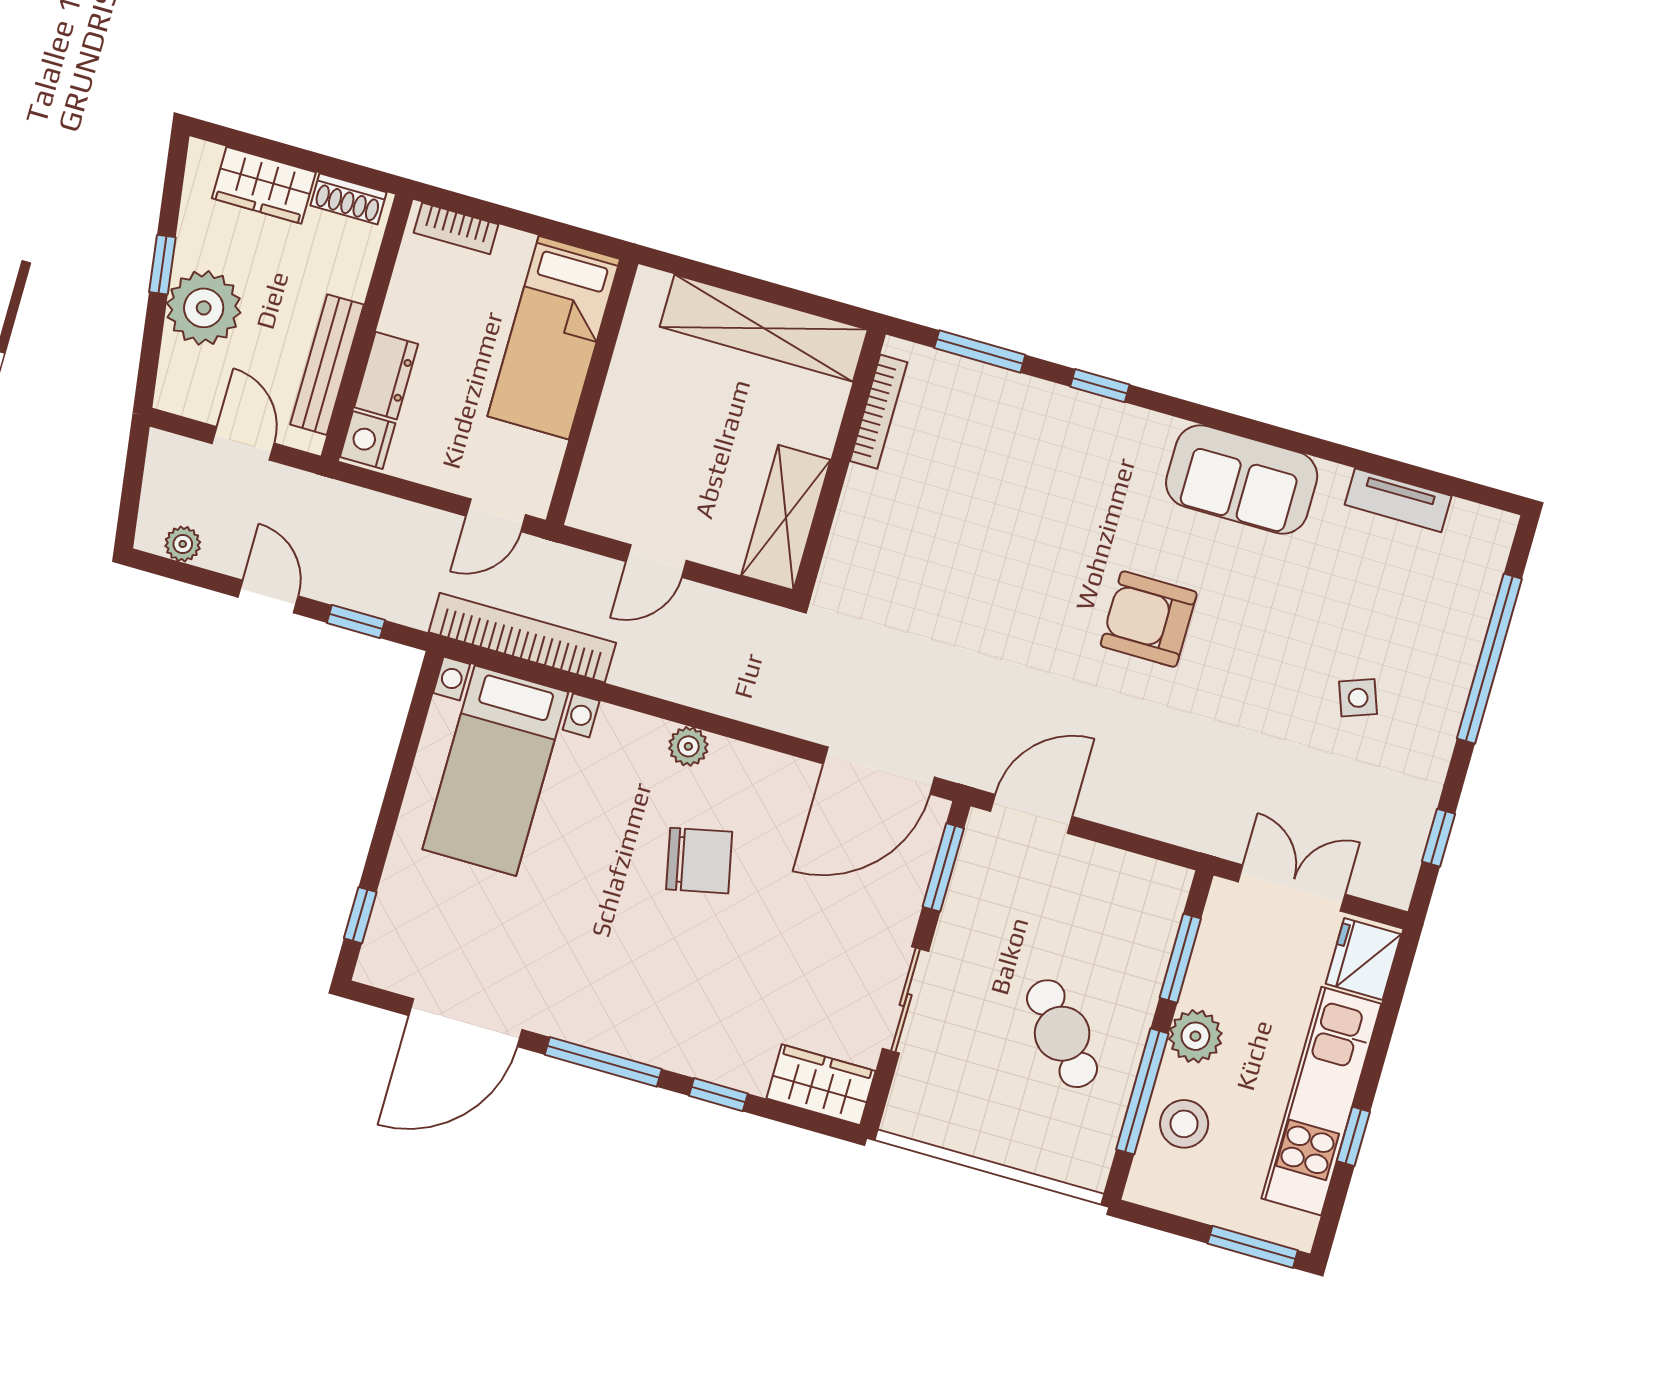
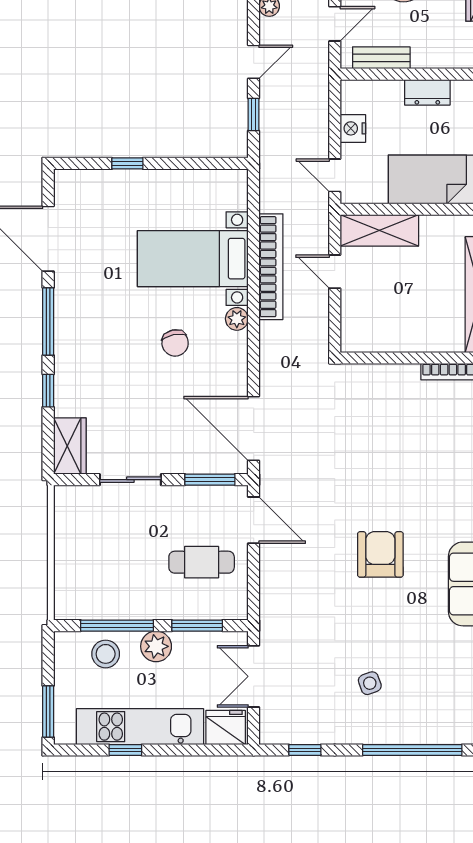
bench: (327, 365) -> (381, 58), width x0.73
dresser: (386, 376) -> (427, 92), moved
nightstand: (368, 440) -> (353, 128), moved, turned -90
shelving: (786, 518) -> (379, 230), moved
bookcase: (522, 638) -> (271, 267), moved
bed with nightstands: (495, 771) -> (193, 259), moved
chair: (699, 861) -> (175, 343), width x0.73, depth x0.73
double door: (1292, 888) -> (254, 676), swing flipped
window: (360, 915) -> (127, 163), moved
cafe table: (1062, 1034) -> (202, 562), moved, turned 40

